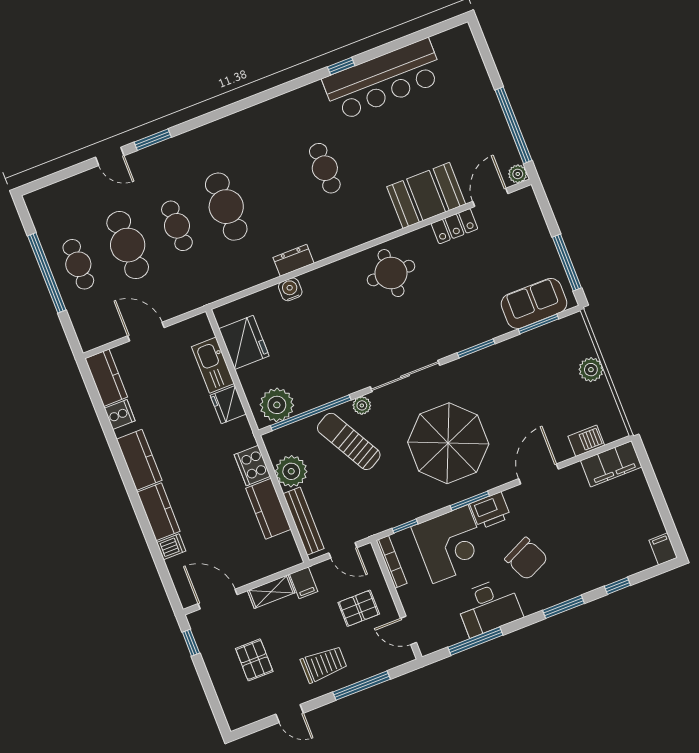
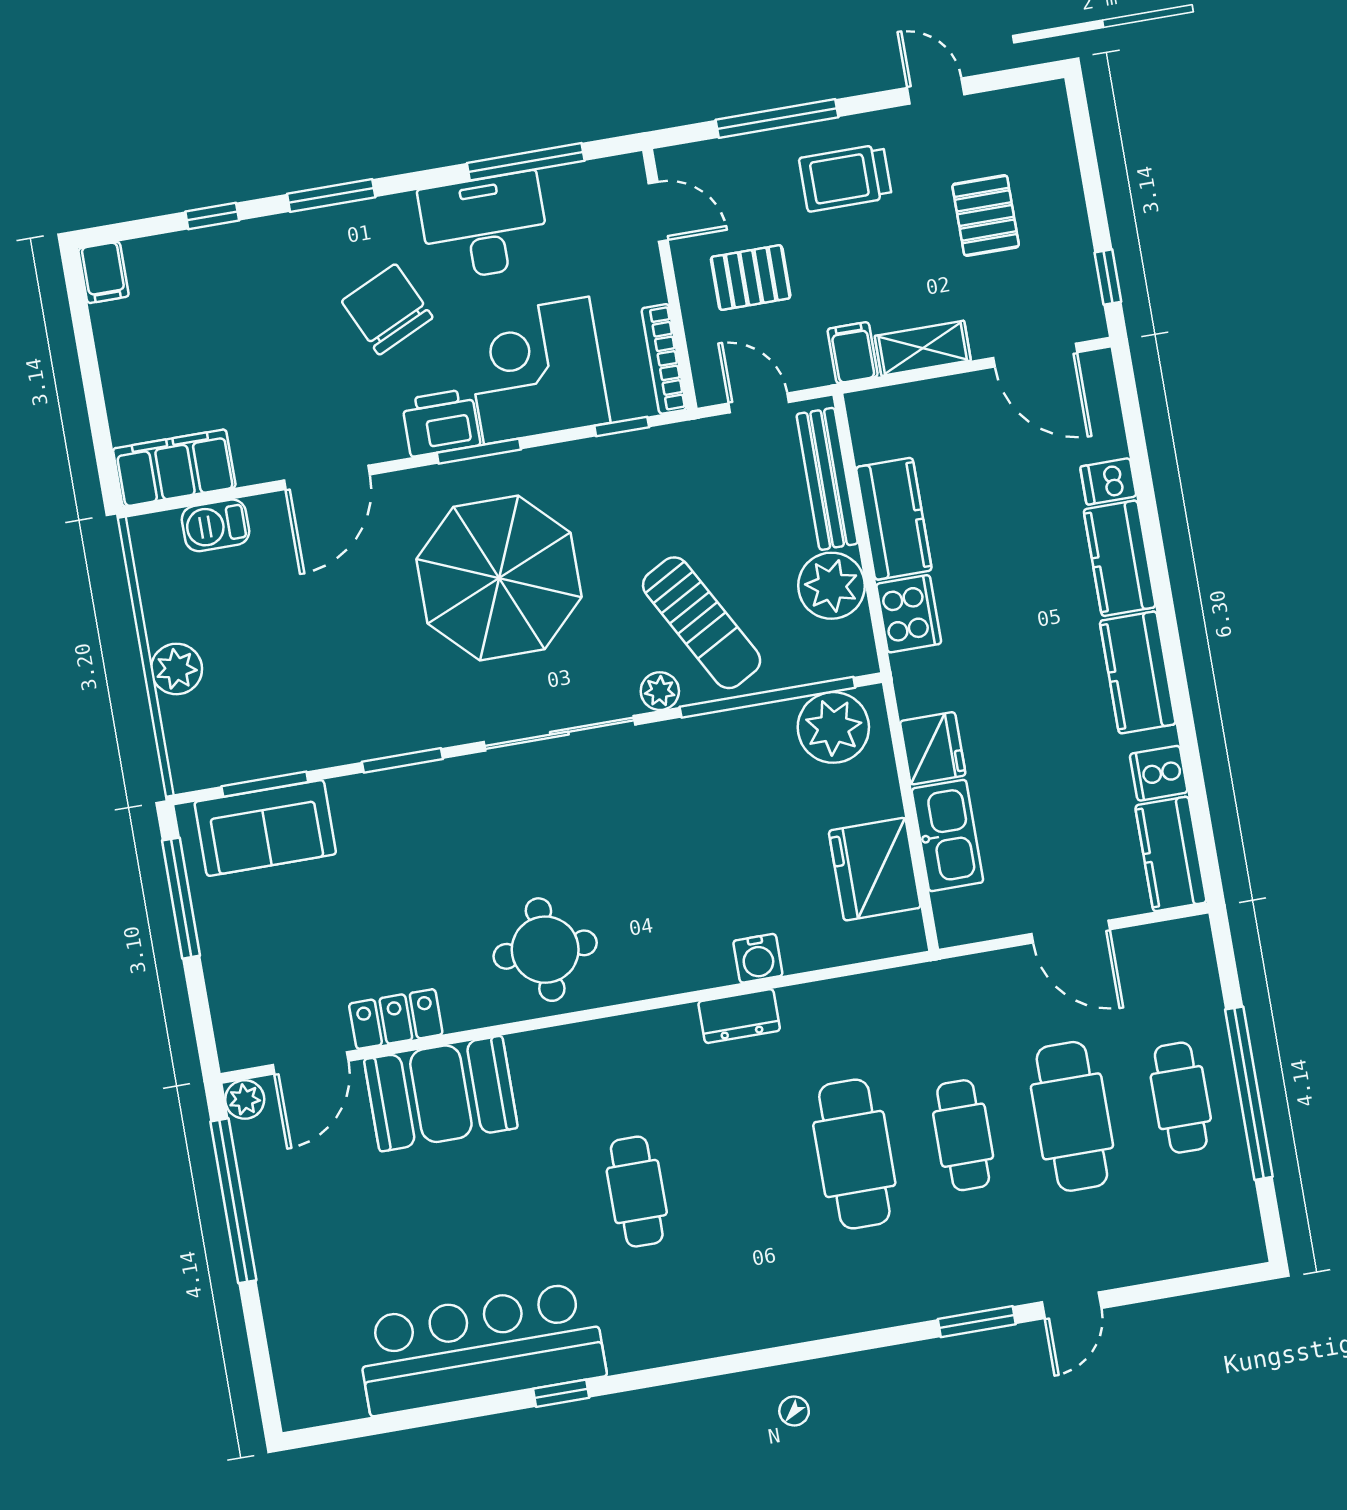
door: (110, 156) -> (1072, 1305), swing flipped

